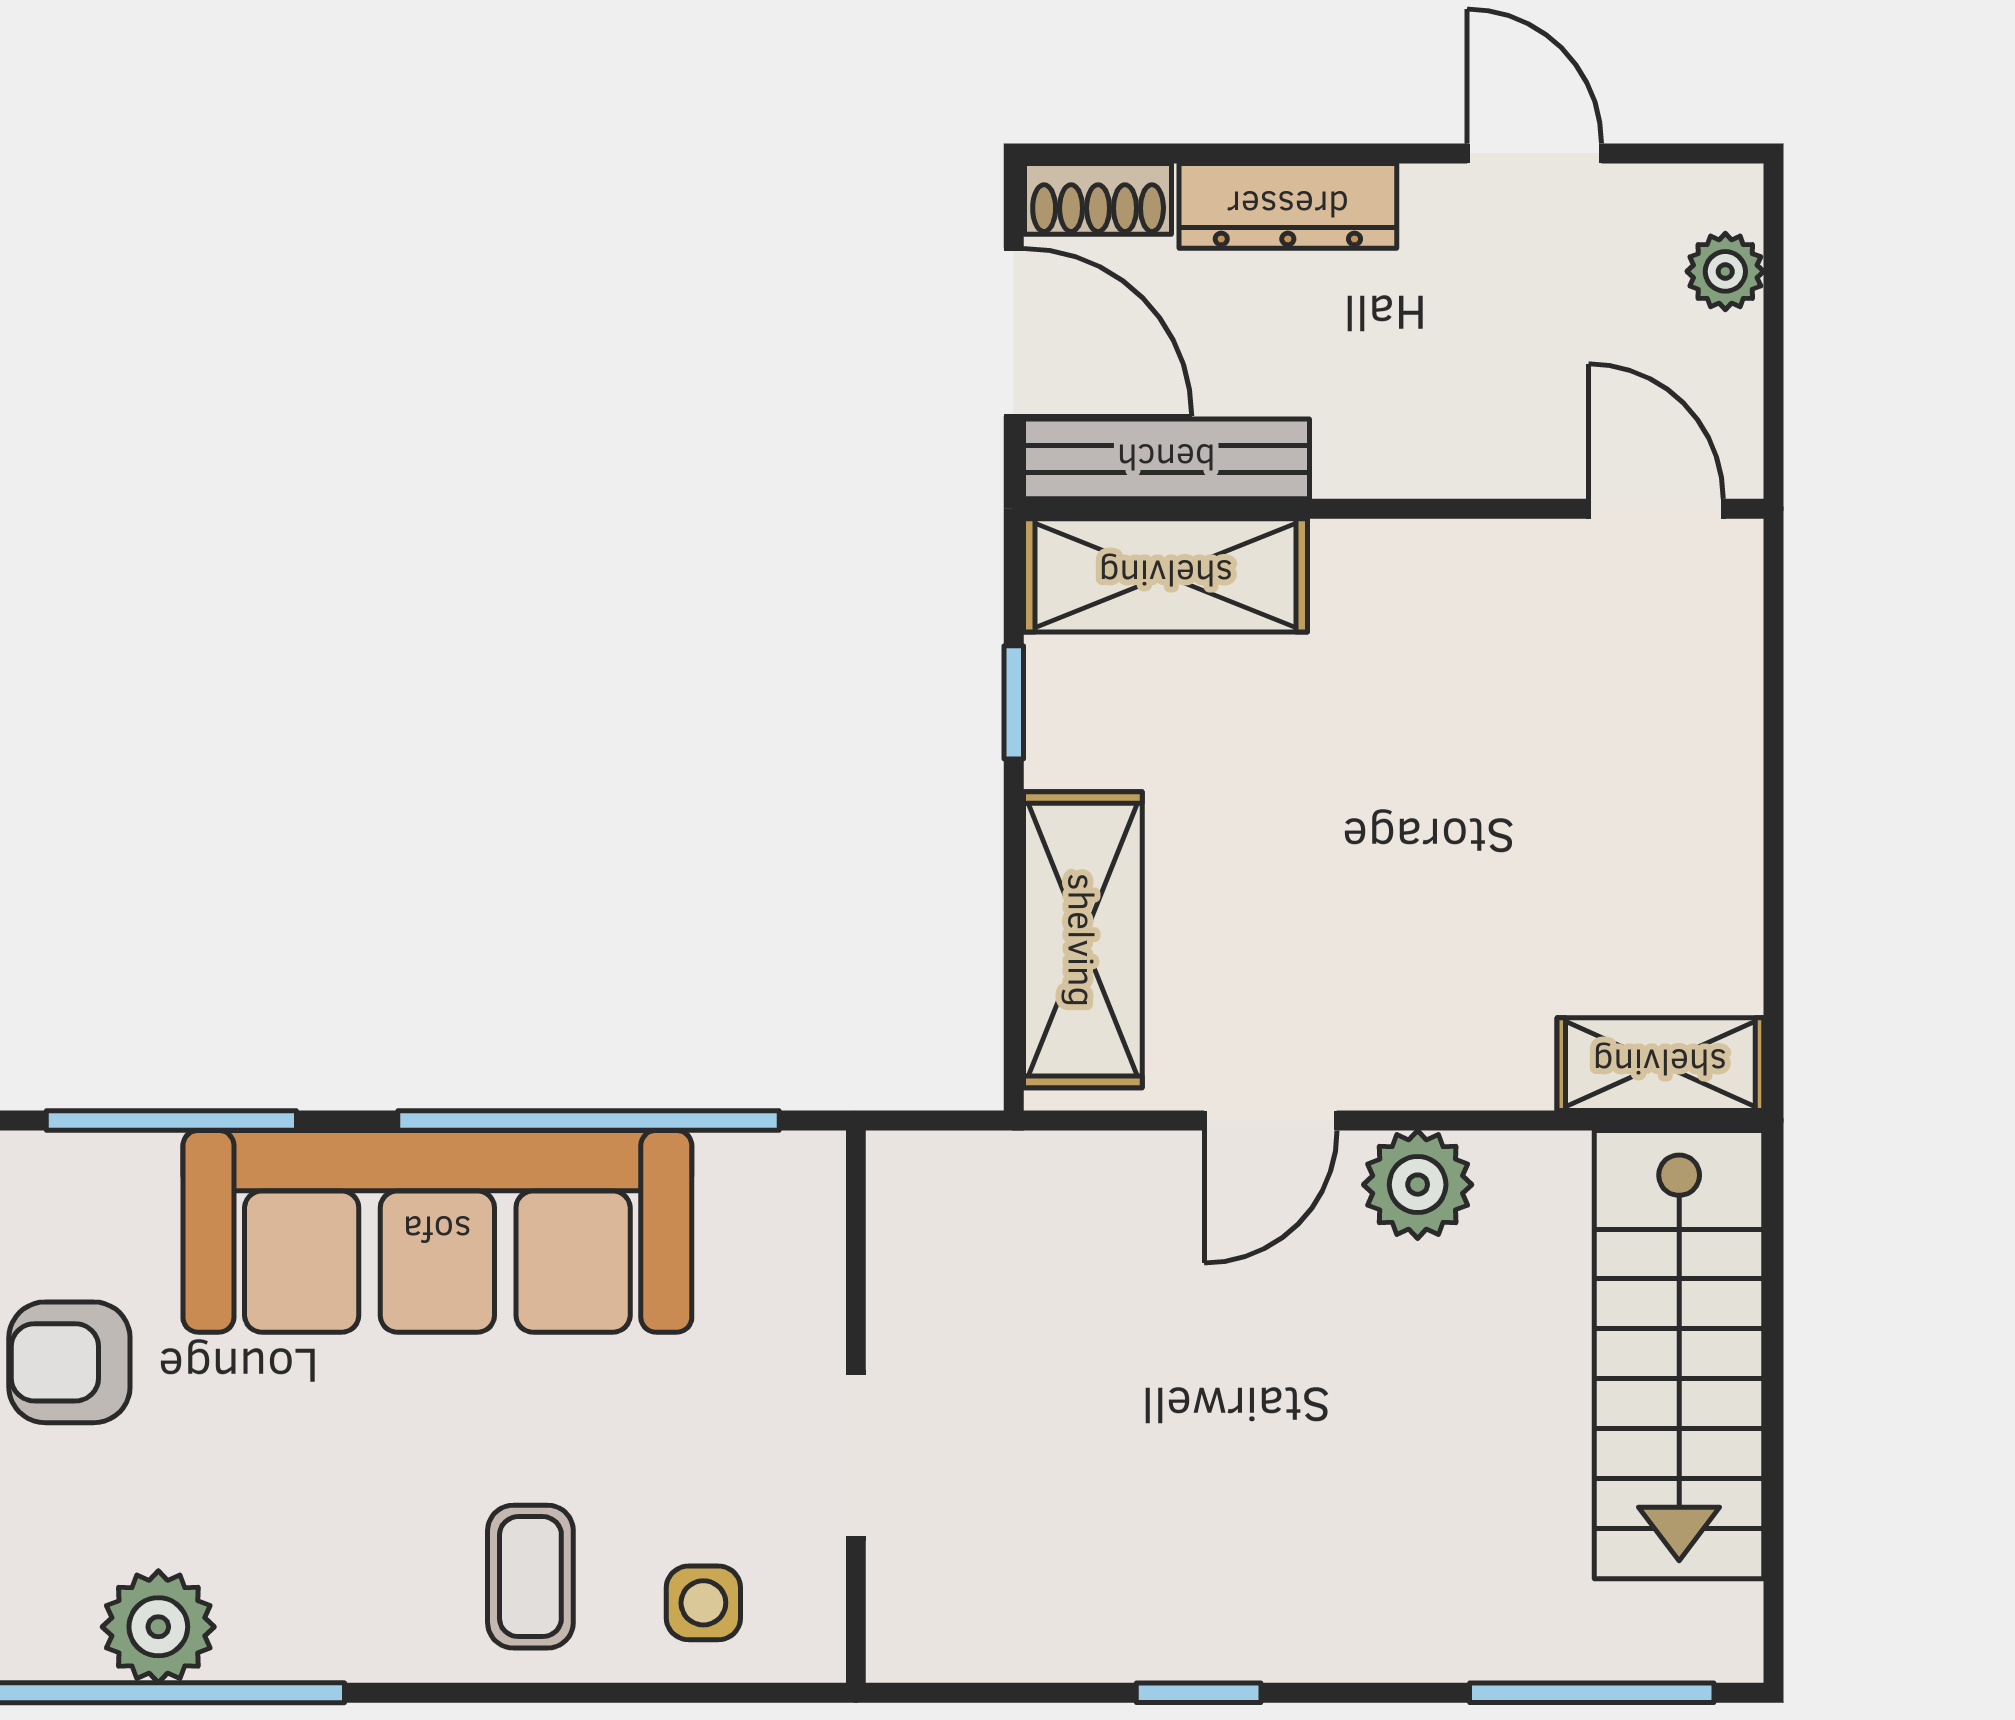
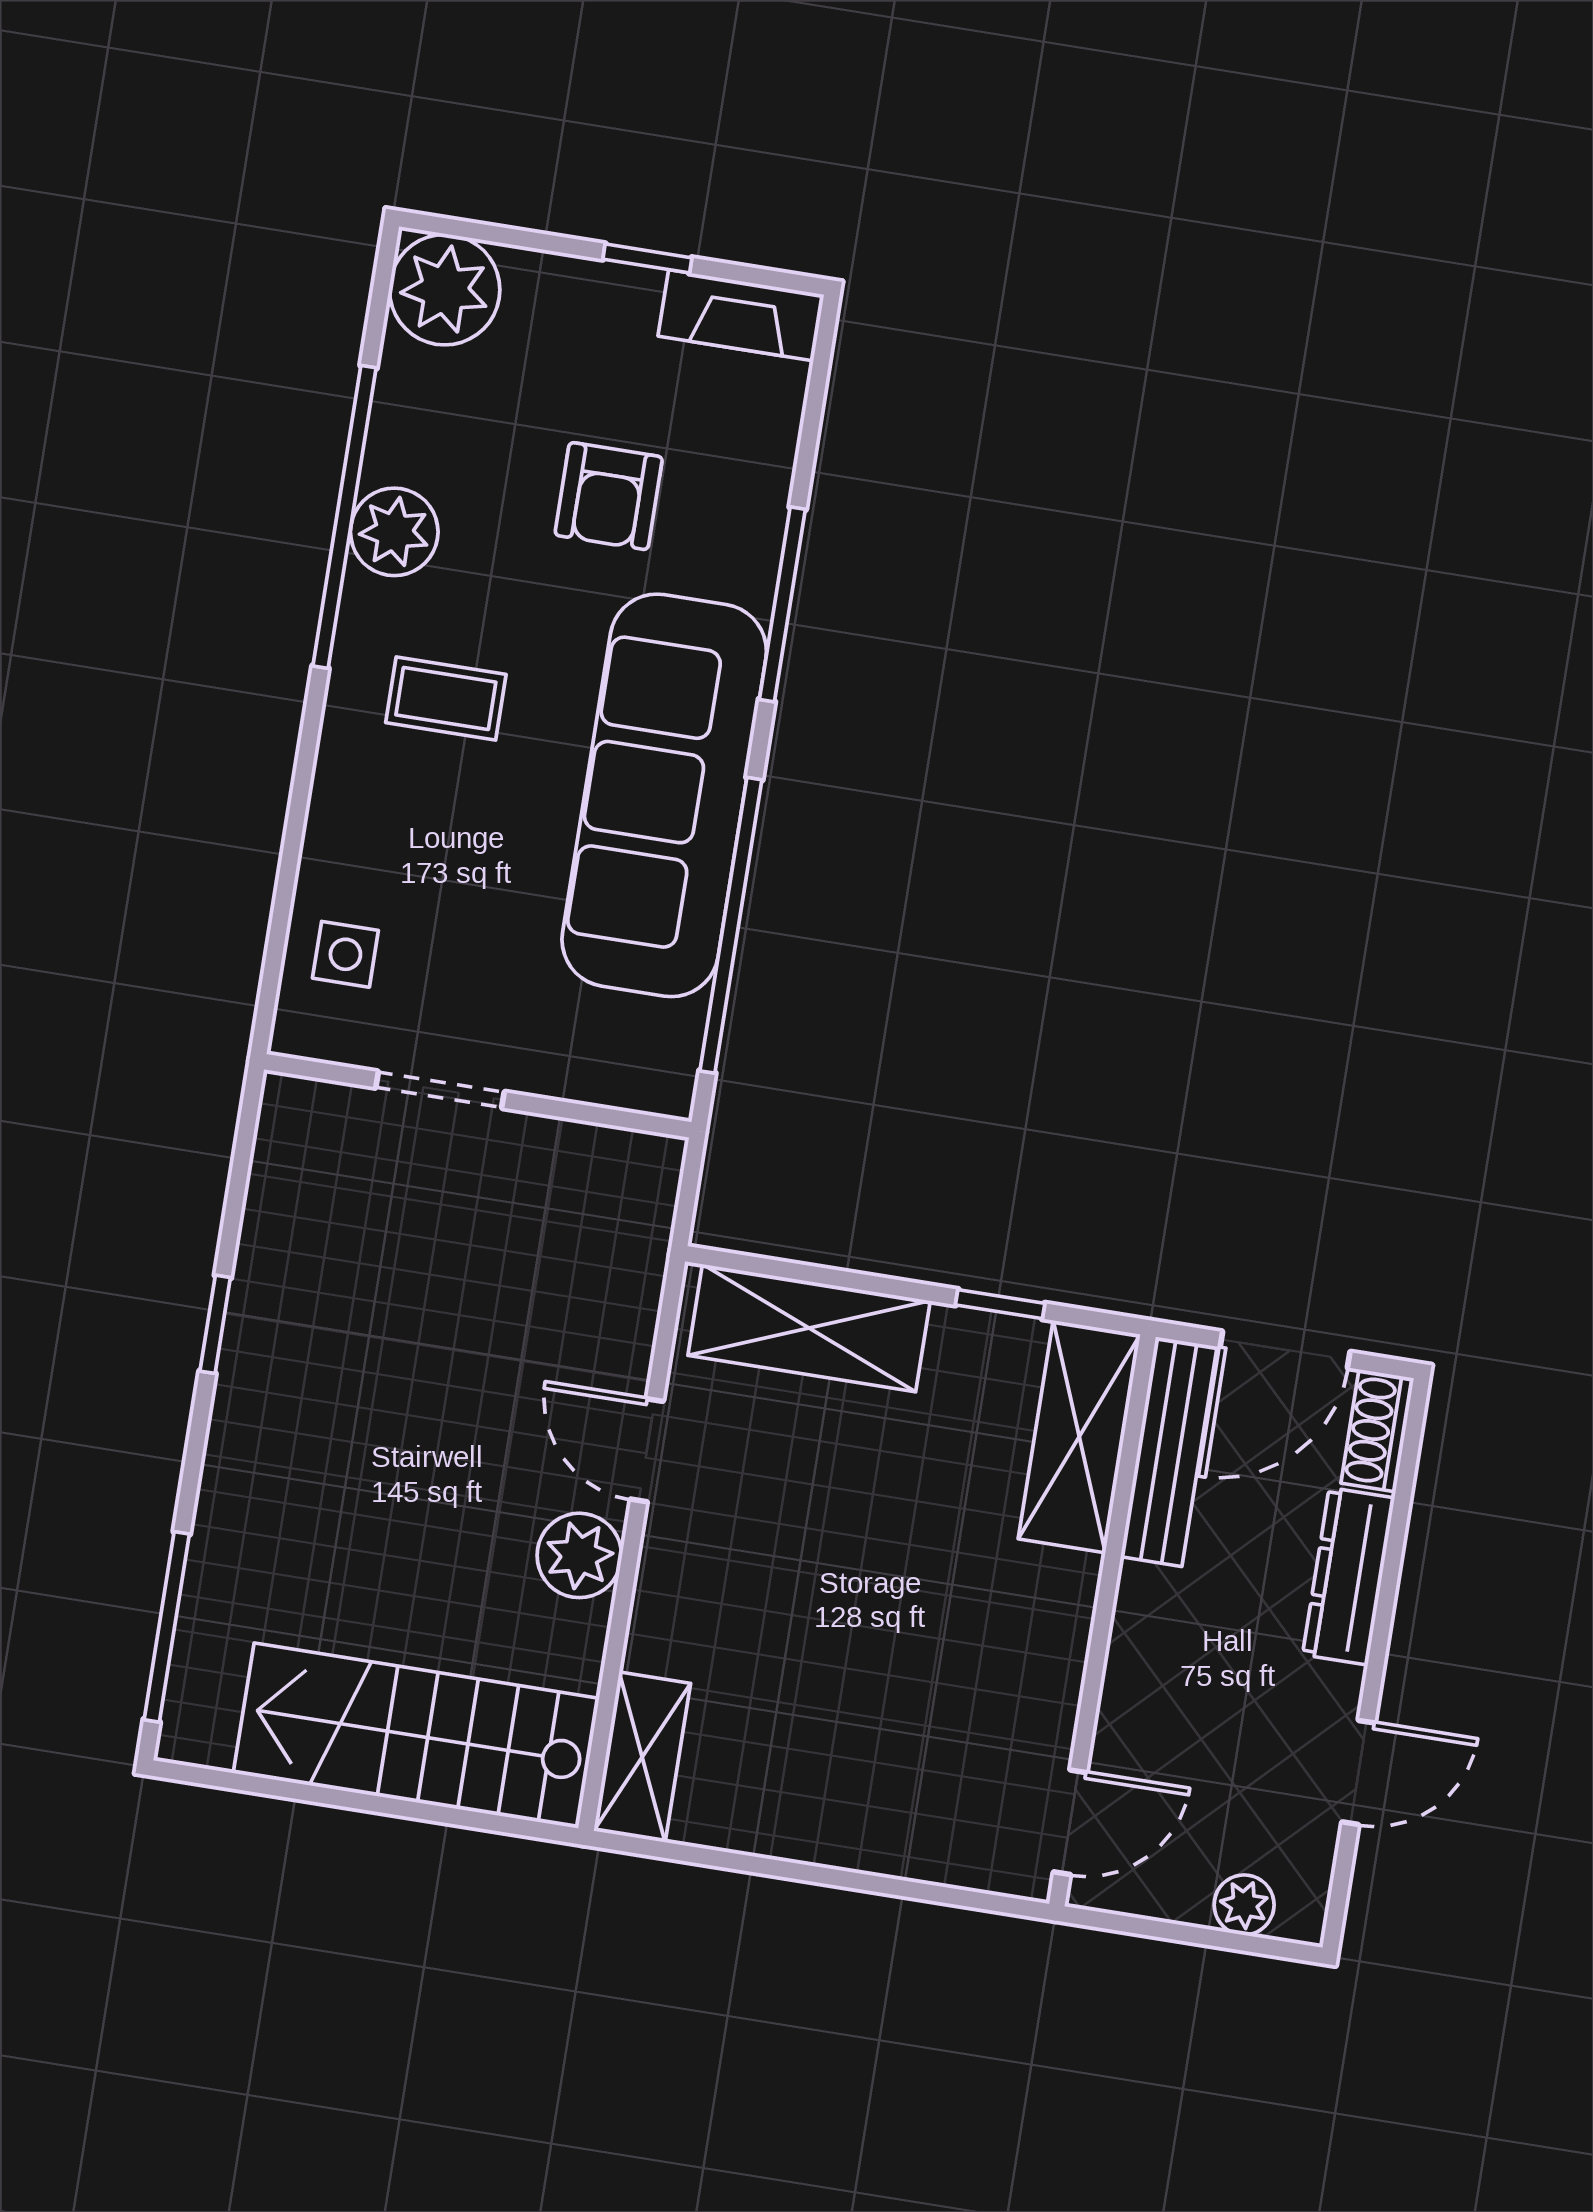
armchair: (69, 1362) -> (609, 496), turned 180
coffee table: (530, 1577) -> (446, 699), moved

